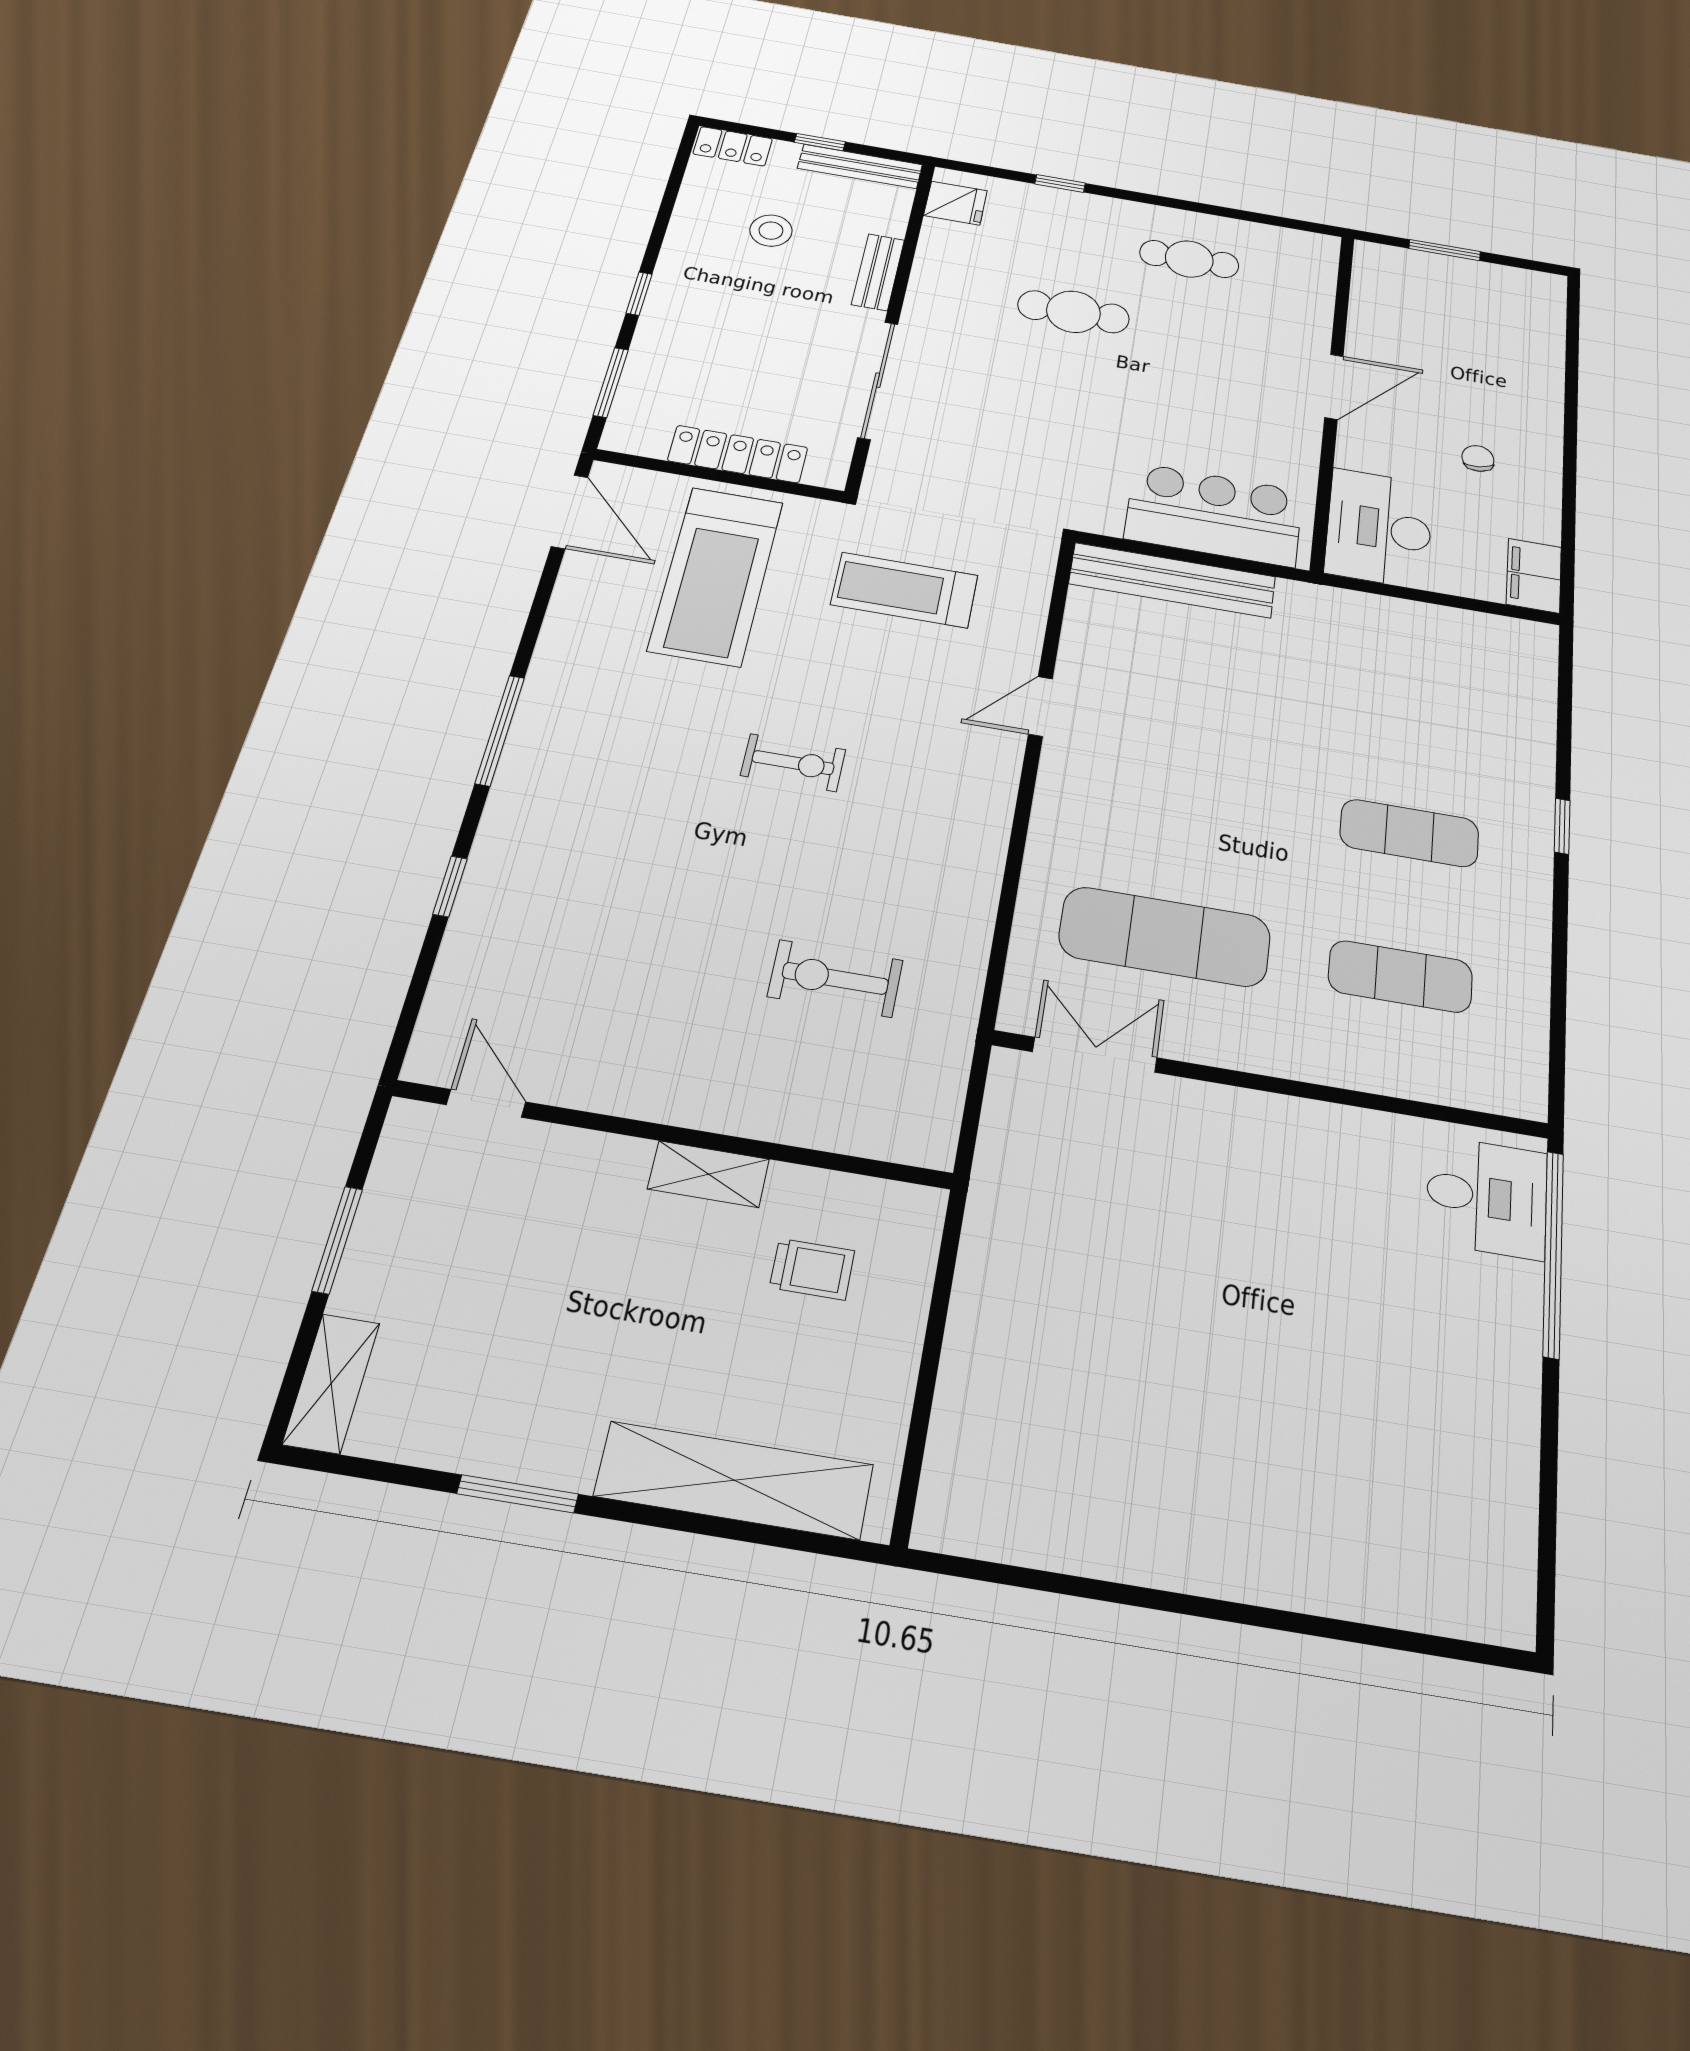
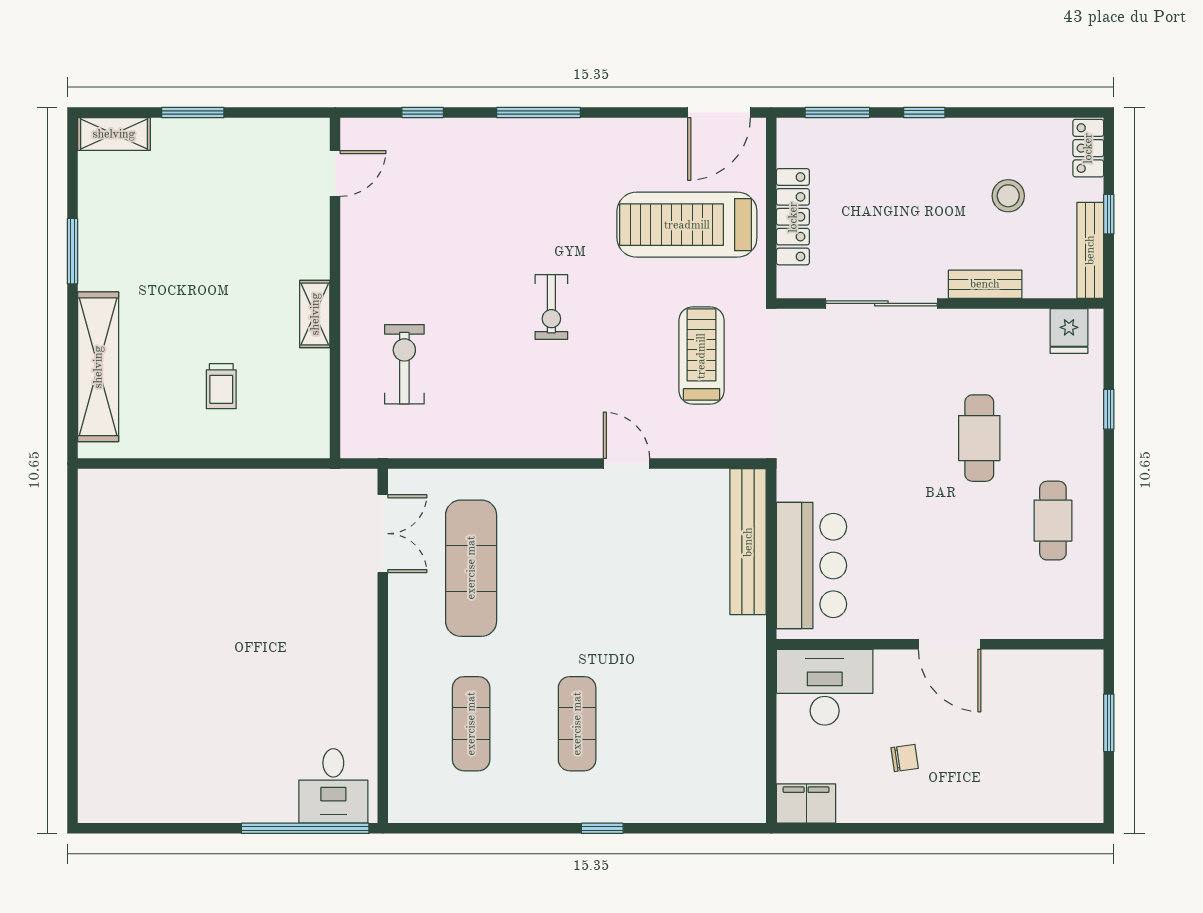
door: (486, 1103) -> (335, 173), moved
wall: (674, 1135) -> (335, 288), moved
shelving: (709, 1174) -> (315, 314), moved

